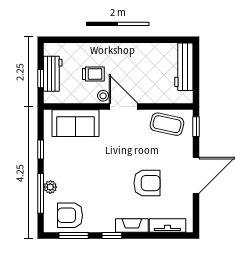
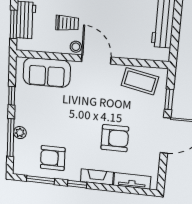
window: (41, 79) -> (14, 24), width x1.50
window: (196, 127) -> (169, 99), moved
armchair: (70, 215) -> (53, 158), moved

